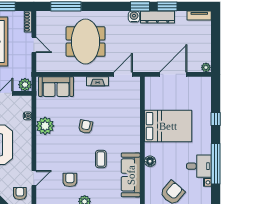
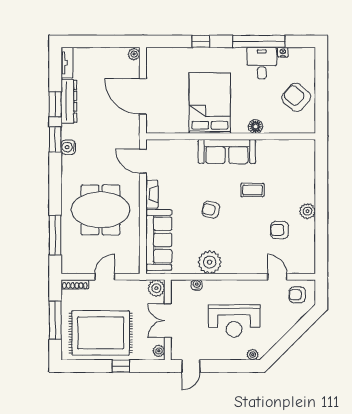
dresser: (157, 17) -> (69, 101), moved
sofa: (56, 87) -> (159, 240), width x1.36
sofa: (131, 175) -> (227, 151), moved

